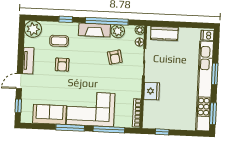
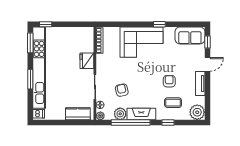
sofa: (49, 114) -> (190, 35), moved
window: (70, 128) -> (159, 24), width x0.46
window: (109, 129) -> (124, 24), removed
window: (162, 132) -> (46, 24), moved

